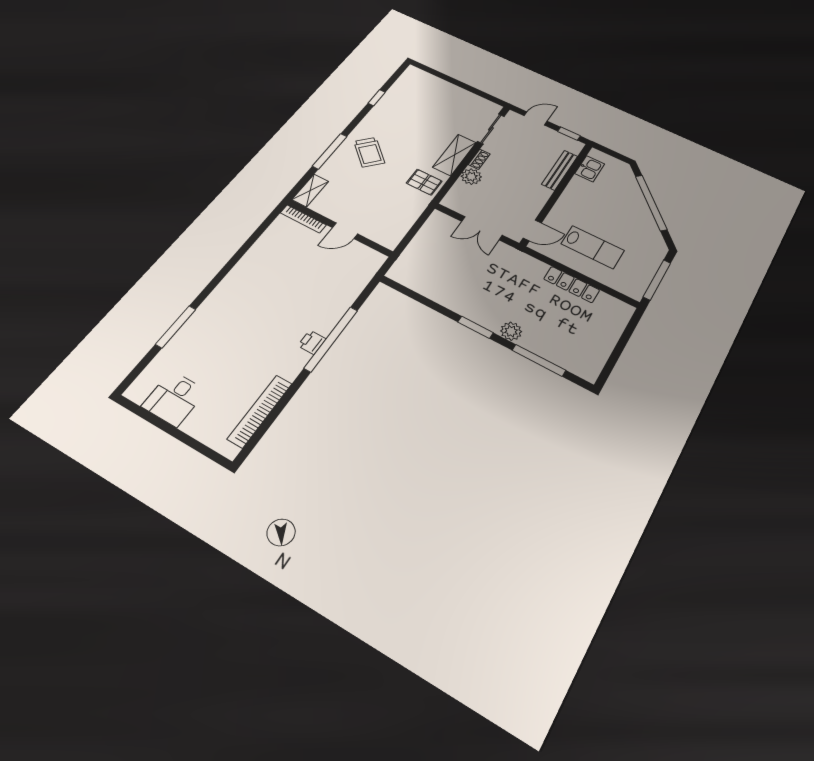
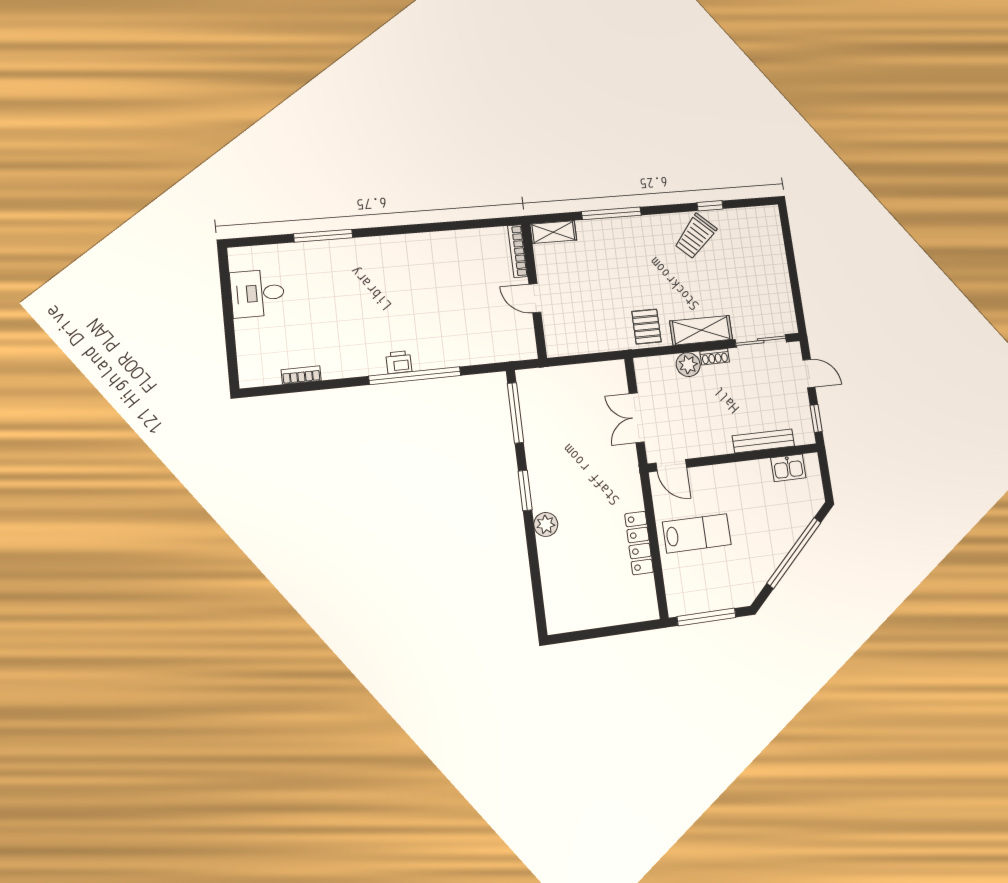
trolley: (369, 152) -> (695, 236), moved
lab bench: (593, 247) -> (697, 533), turned -90
window: (539, 360) -> (516, 413), moved
bookcase: (260, 411) -> (301, 375), width x0.43, depth x0.76

